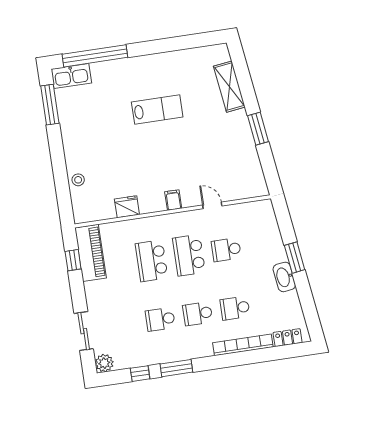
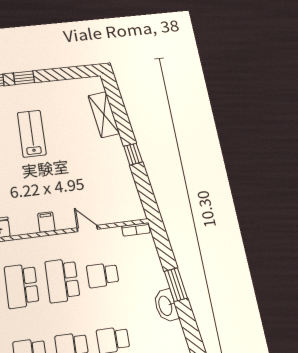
window: (148, 48) -> (24, 78), added
lab bench: (157, 109) -> (32, 134), turned -90
window: (258, 129) -> (133, 154), width x0.67
bookcase: (259, 205) -> (136, 229), added

